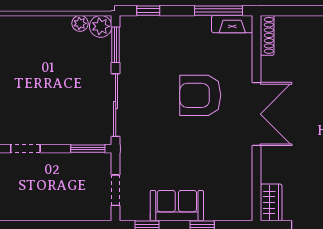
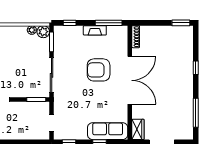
fireplace: (232, 24) -> (95, 30), moved
double door: (256, 114) -> (130, 80), width x1.36
sofa: (177, 206) -> (108, 131), moved, width x1.36

